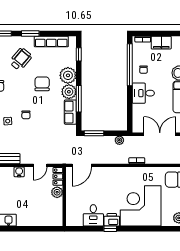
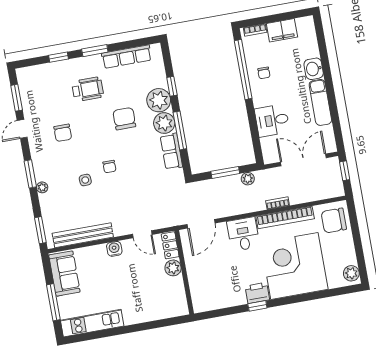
window: (79, 54) -> (172, 86), moved
wheelchair: (21, 59) -> (88, 89), turned 50
desk: (143, 93) -> (272, 121), moved
window: (94, 133) -> (225, 172), moved
door: (40, 165) -> (142, 234), hinge flipped
bookcase: (140, 171) -> (285, 217), added
desk: (93, 215) -> (243, 234), moved, turned 180

